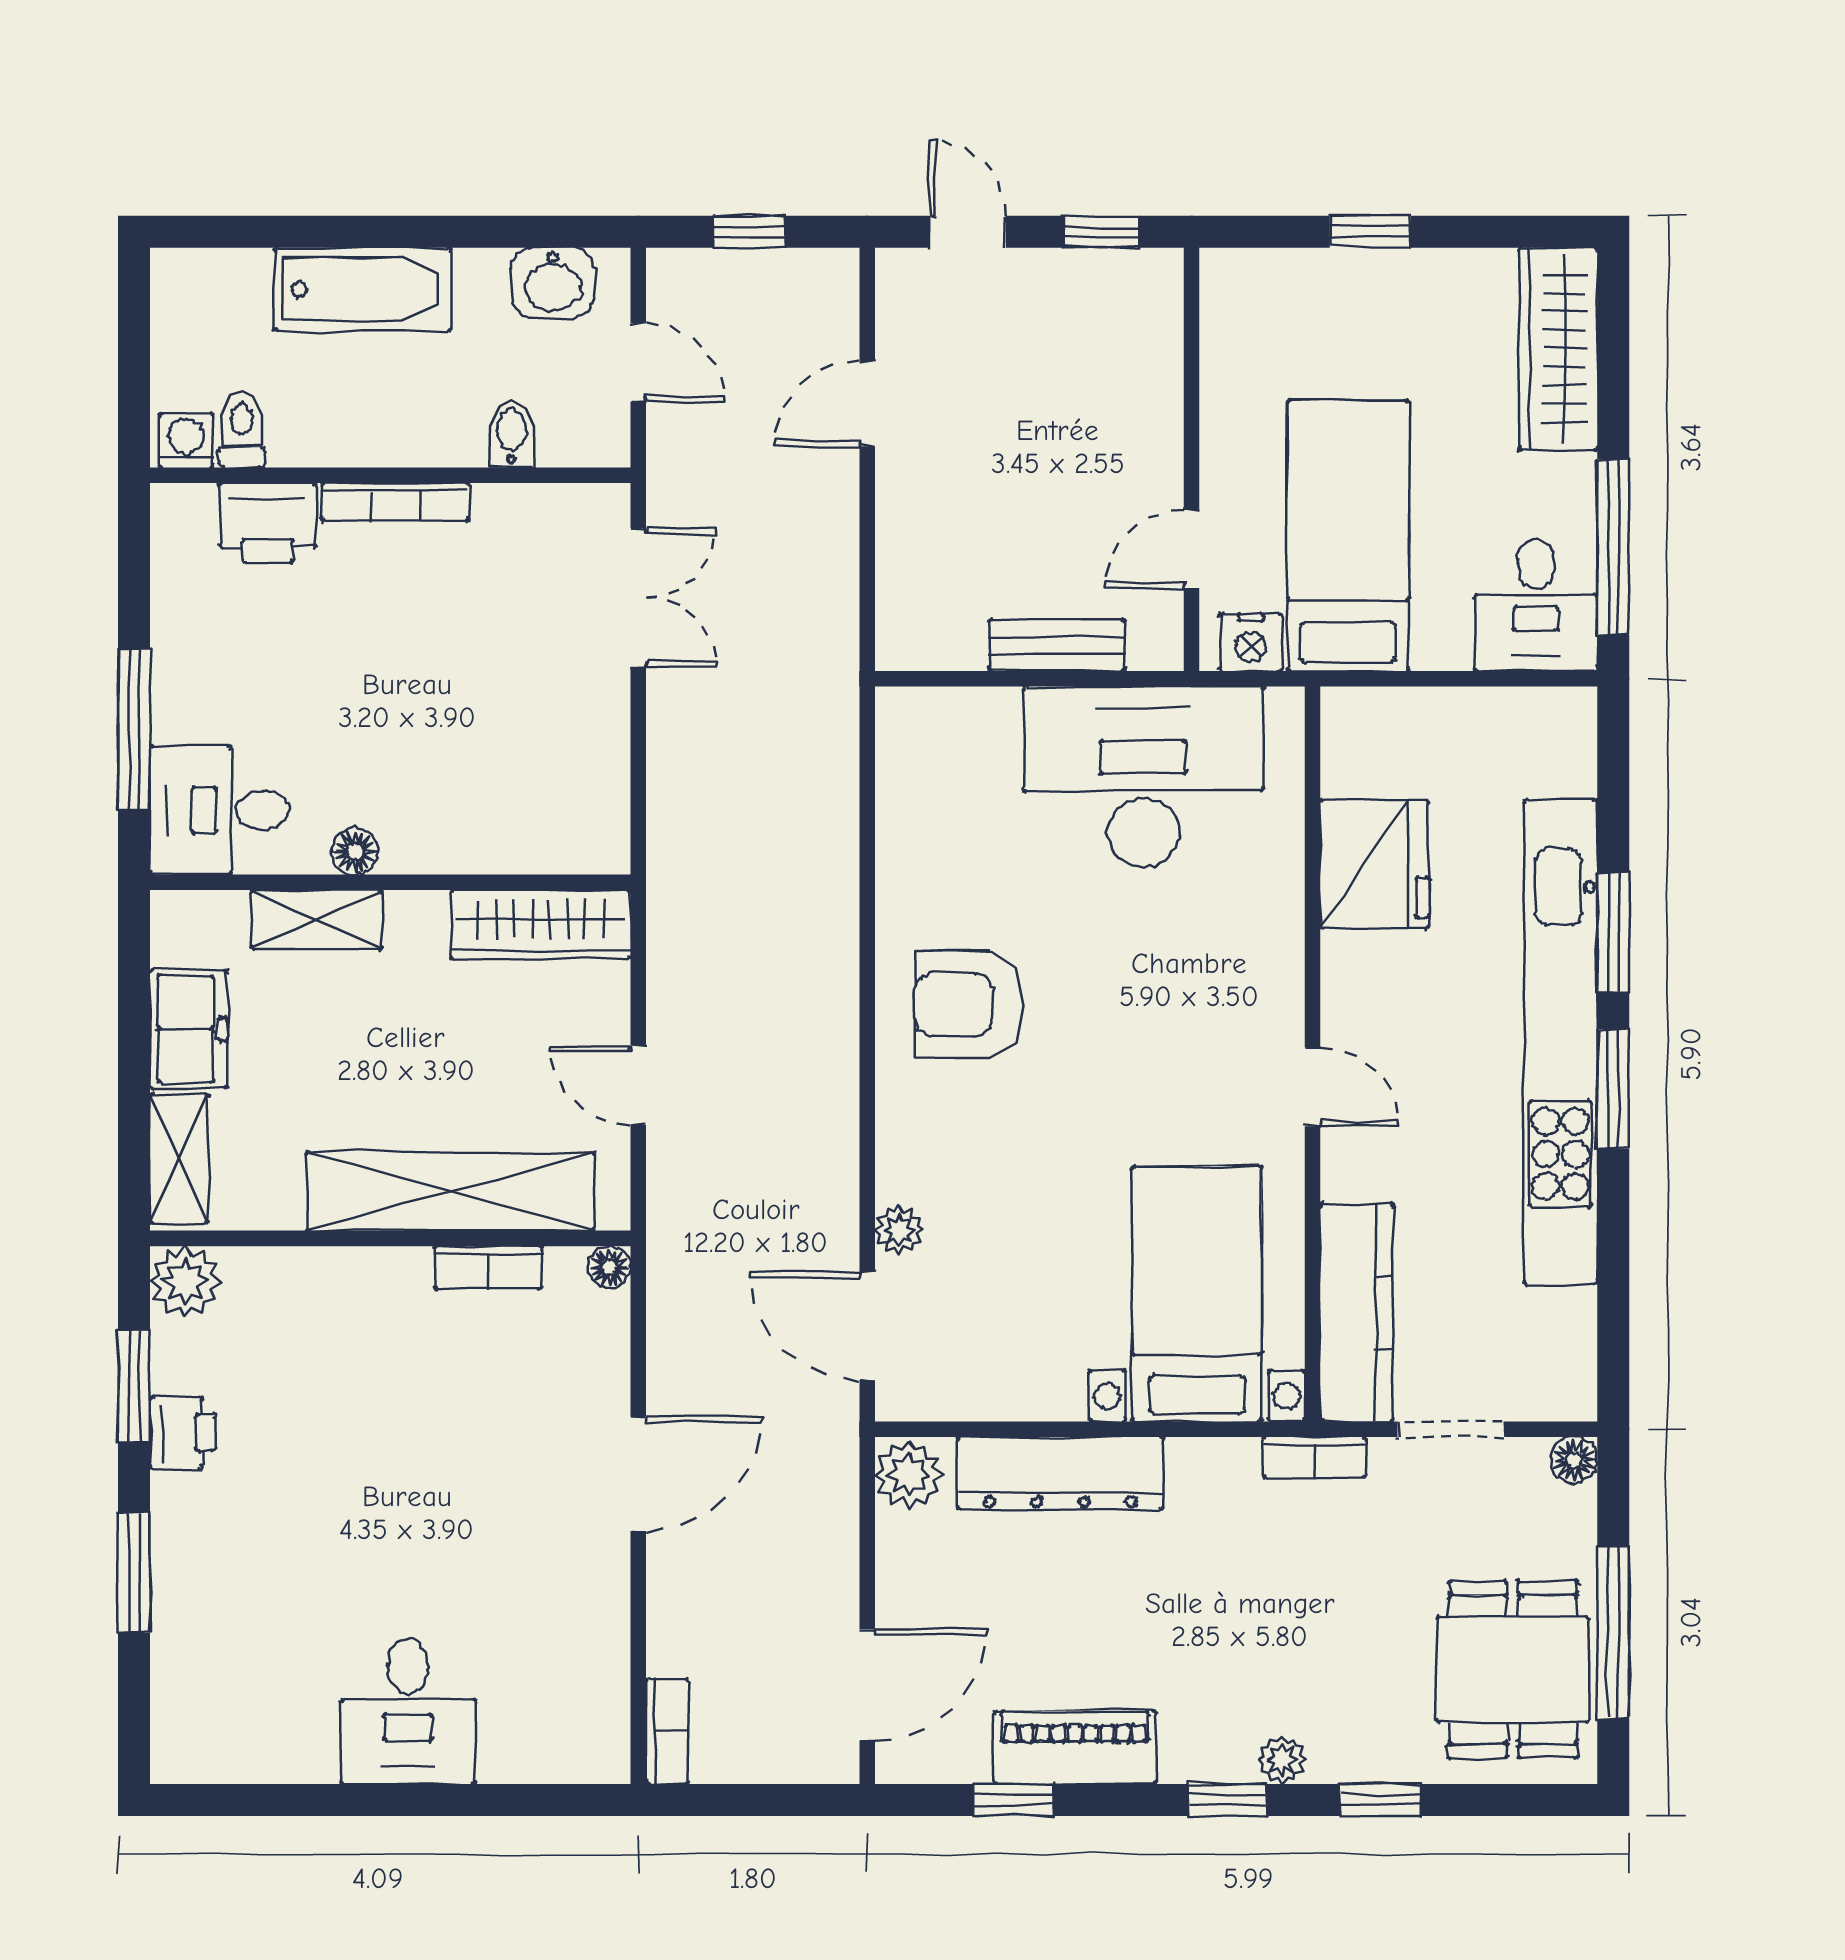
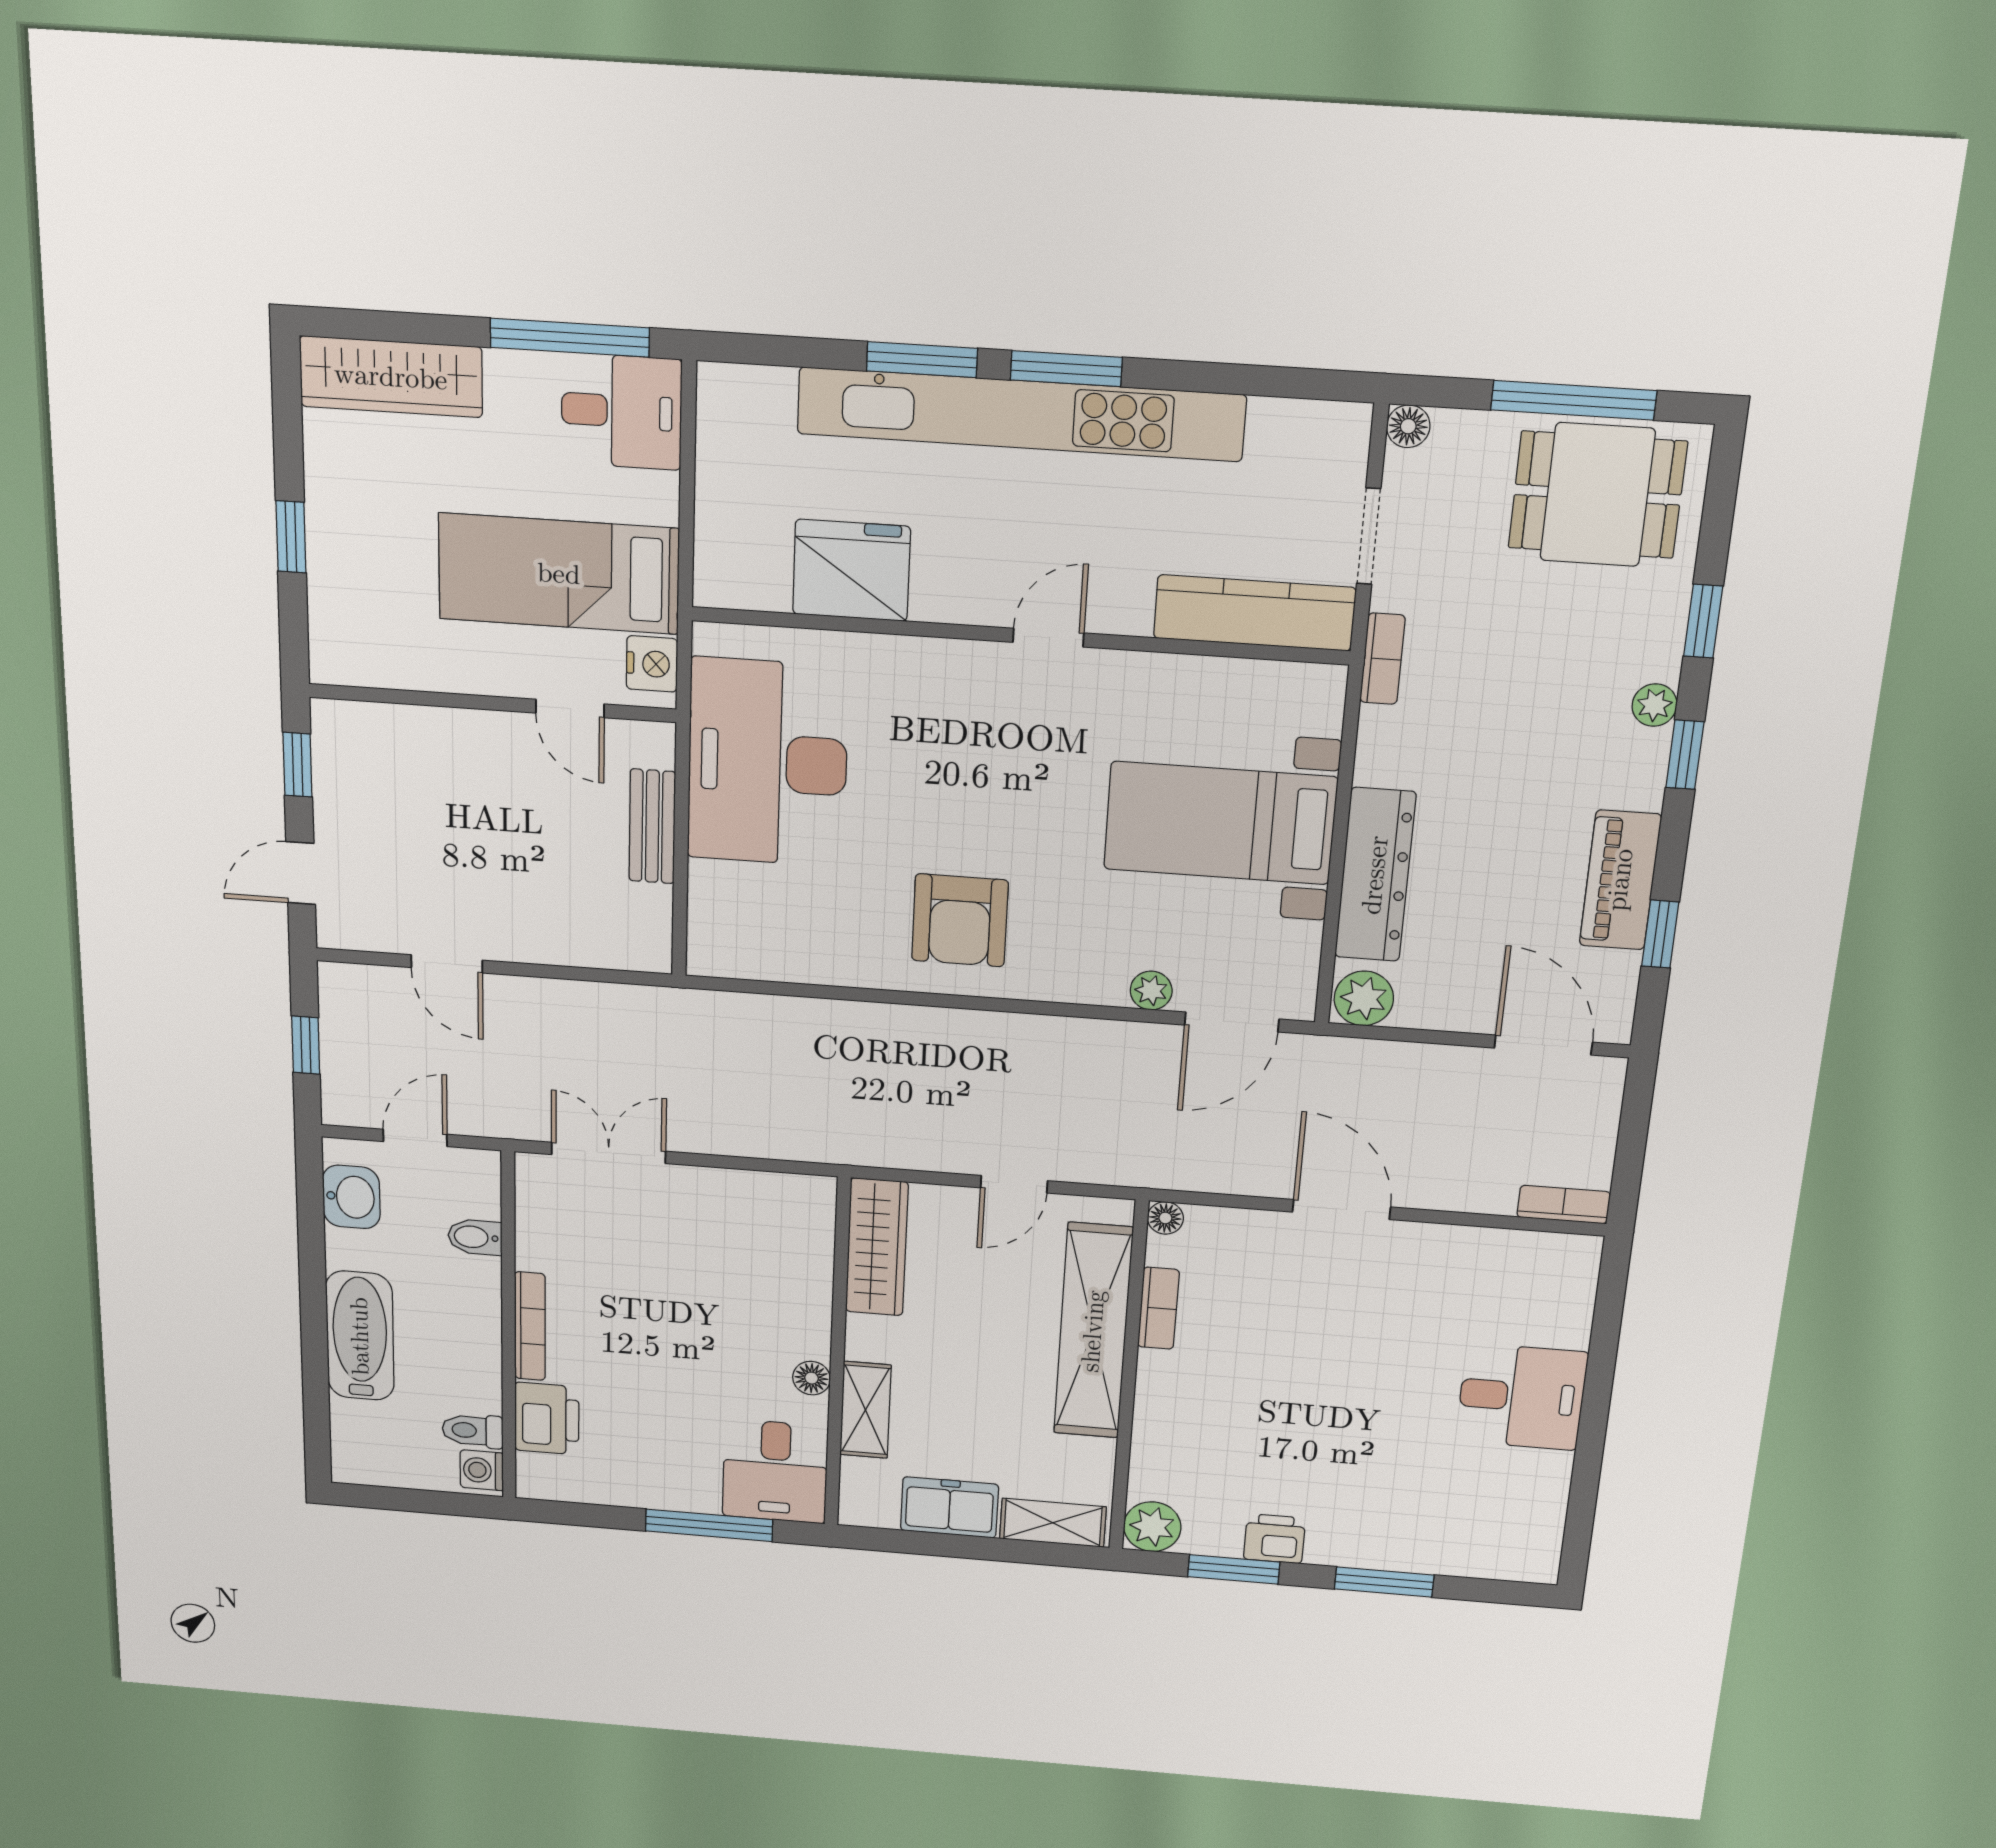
bed with nightstands: (1197, 1294) -> (1220, 823), moved

